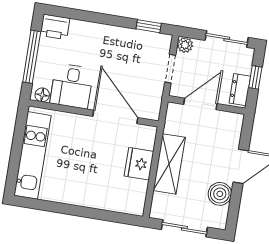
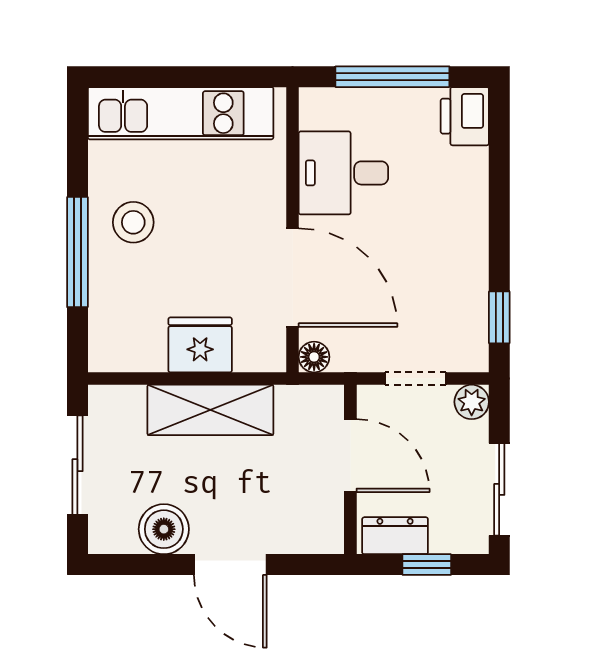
floor lamp: (42, 95) -> (314, 357), moved
door: (115, 117) -> (292, 278), hinge flipped
stool: (78, 185) -> (133, 222), added
window: (88, 212) -> (77, 252), added

